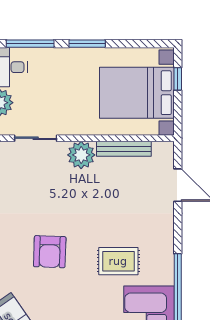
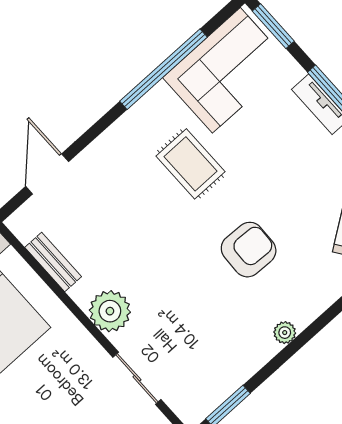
bench: (124, 149) -> (53, 262), width x0.73

